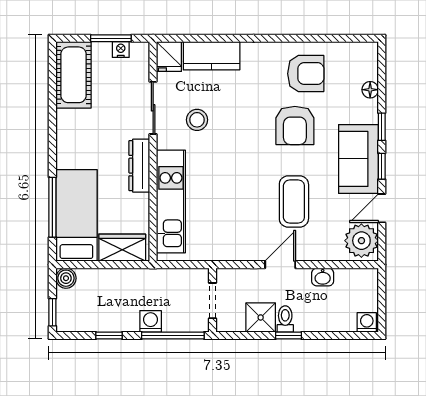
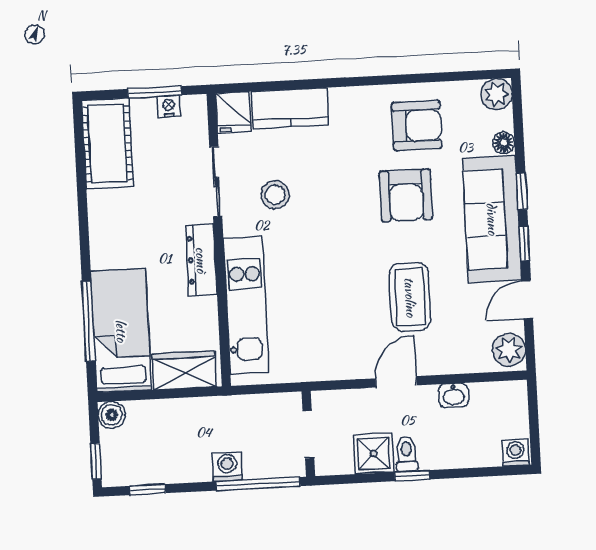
plant: (367, 53) -> (496, 94), added
sofa: (358, 159) -> (492, 219), width x1.36
plant: (361, 241) -> (509, 350), width x0.73, depth x0.73
window: (109, 336) -> (148, 490), moved

